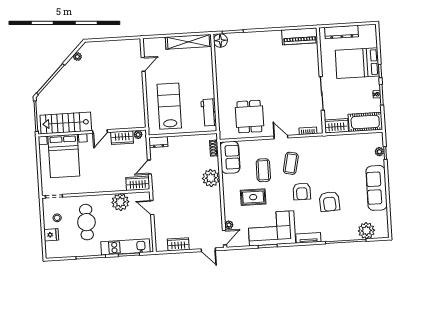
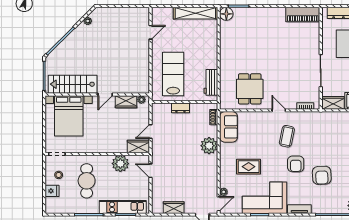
dresser: (158, 142) -> (180, 108), moved
coffee table: (263, 170) -> (260, 141), removed

